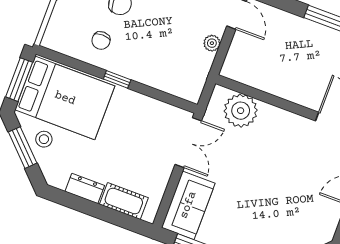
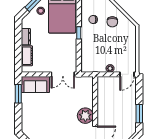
plant: (241, 111) -> (85, 116), moved

